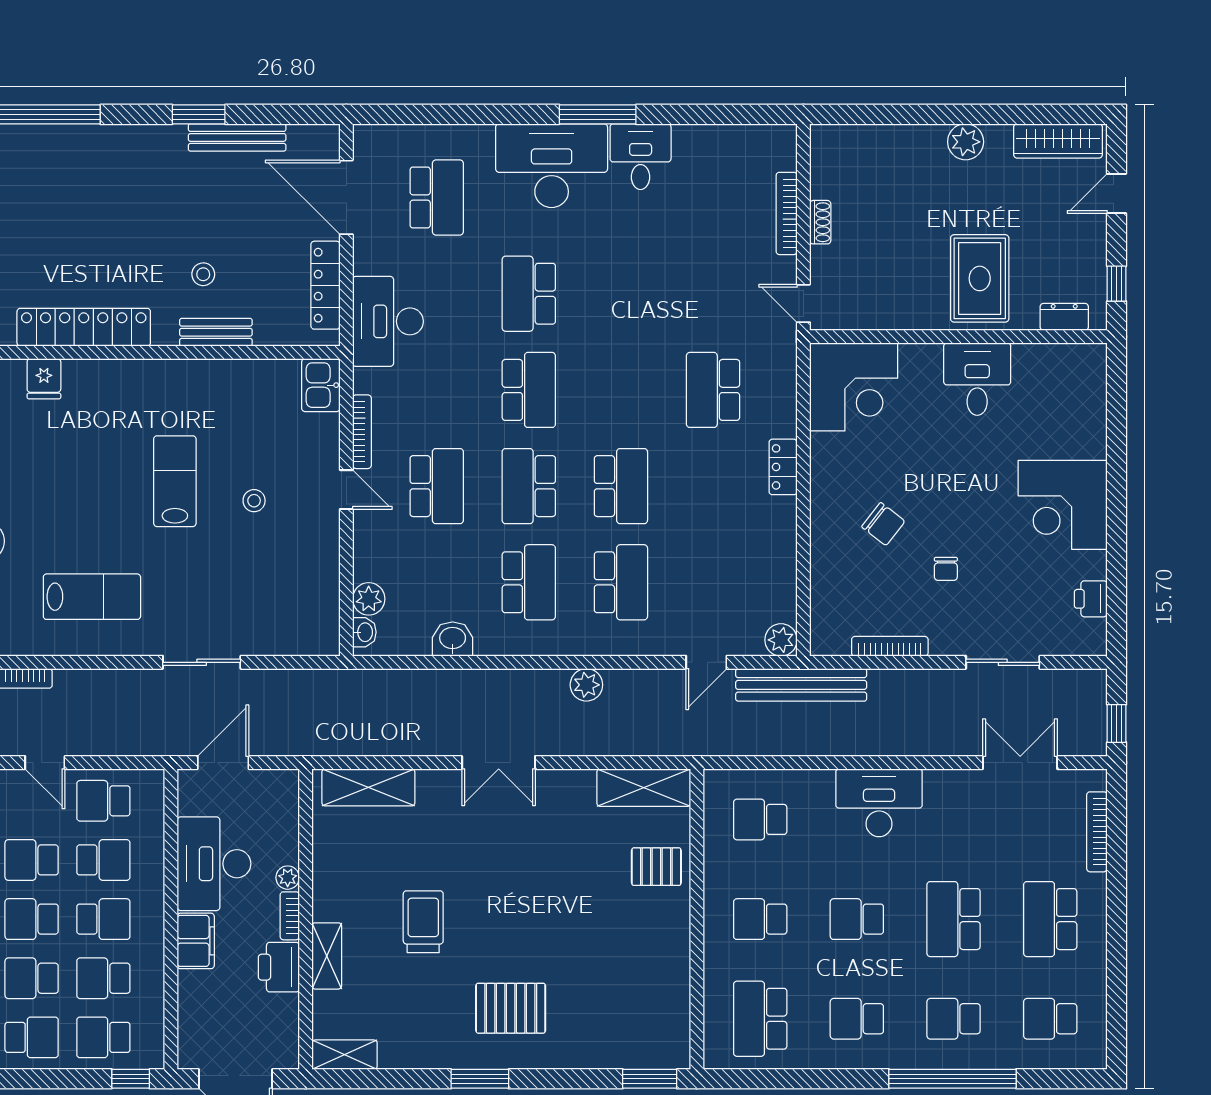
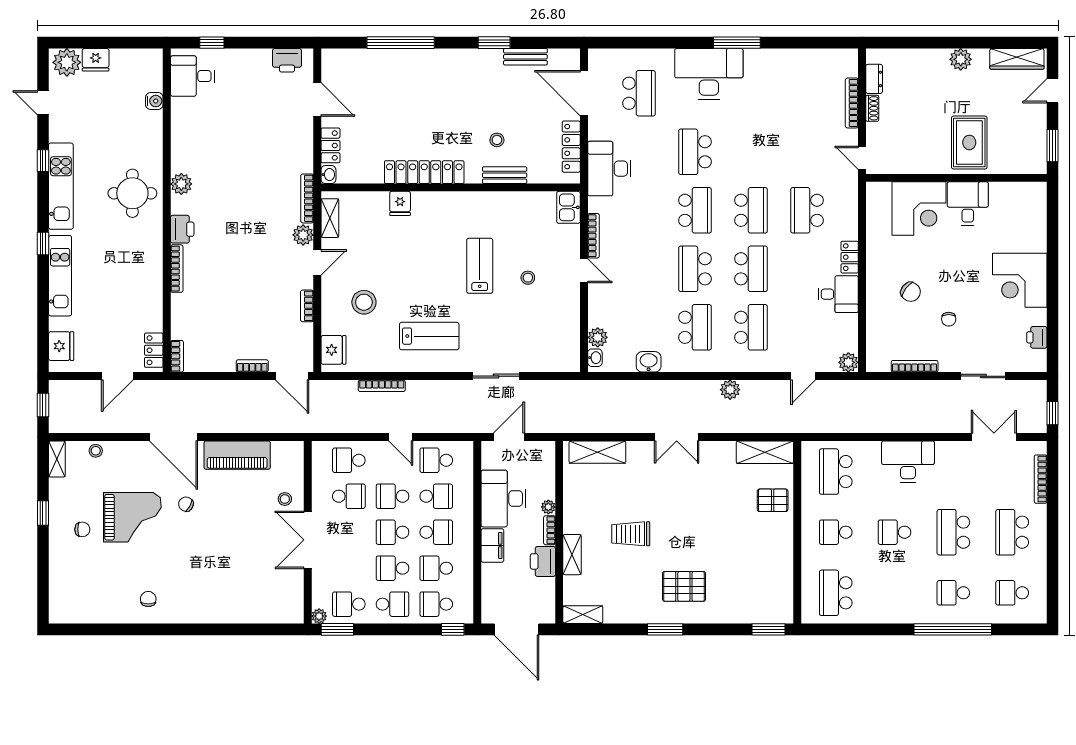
bench: (237, 137) -> (525, 57), width x0.73
desk: (641, 157) -> (838, 294), moved, turned 90
window: (1117, 284) -> (1053, 146), width x1.50
dresser: (1064, 317) -> (874, 79), moved, turned 90
corner desk: (854, 387) -> (919, 208), moved
school desk: (437, 486) -> (751, 210), moved
bench: (801, 685) -> (861, 390), removed
school desk: (760, 819) -> (836, 472), width x1.85
trolley: (423, 922) -> (631, 534), turned -90
school desk: (857, 1019) -> (895, 593), removed

